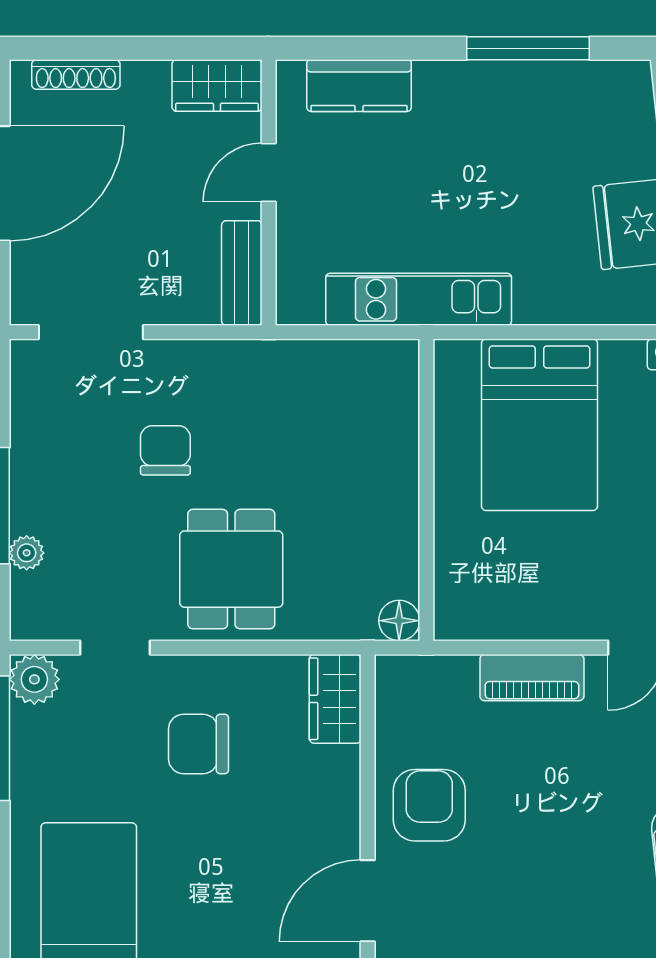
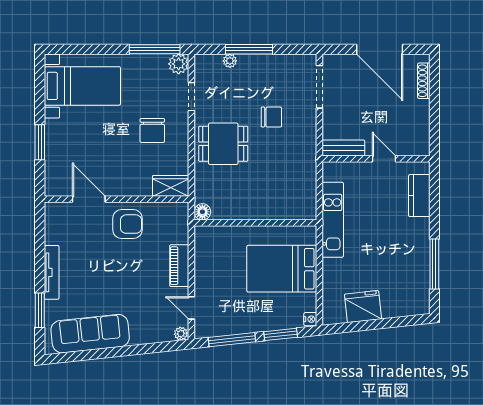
wardrobe: (217, 86) -> (419, 138), removed
chair: (199, 744) -> (152, 130), turned 180

